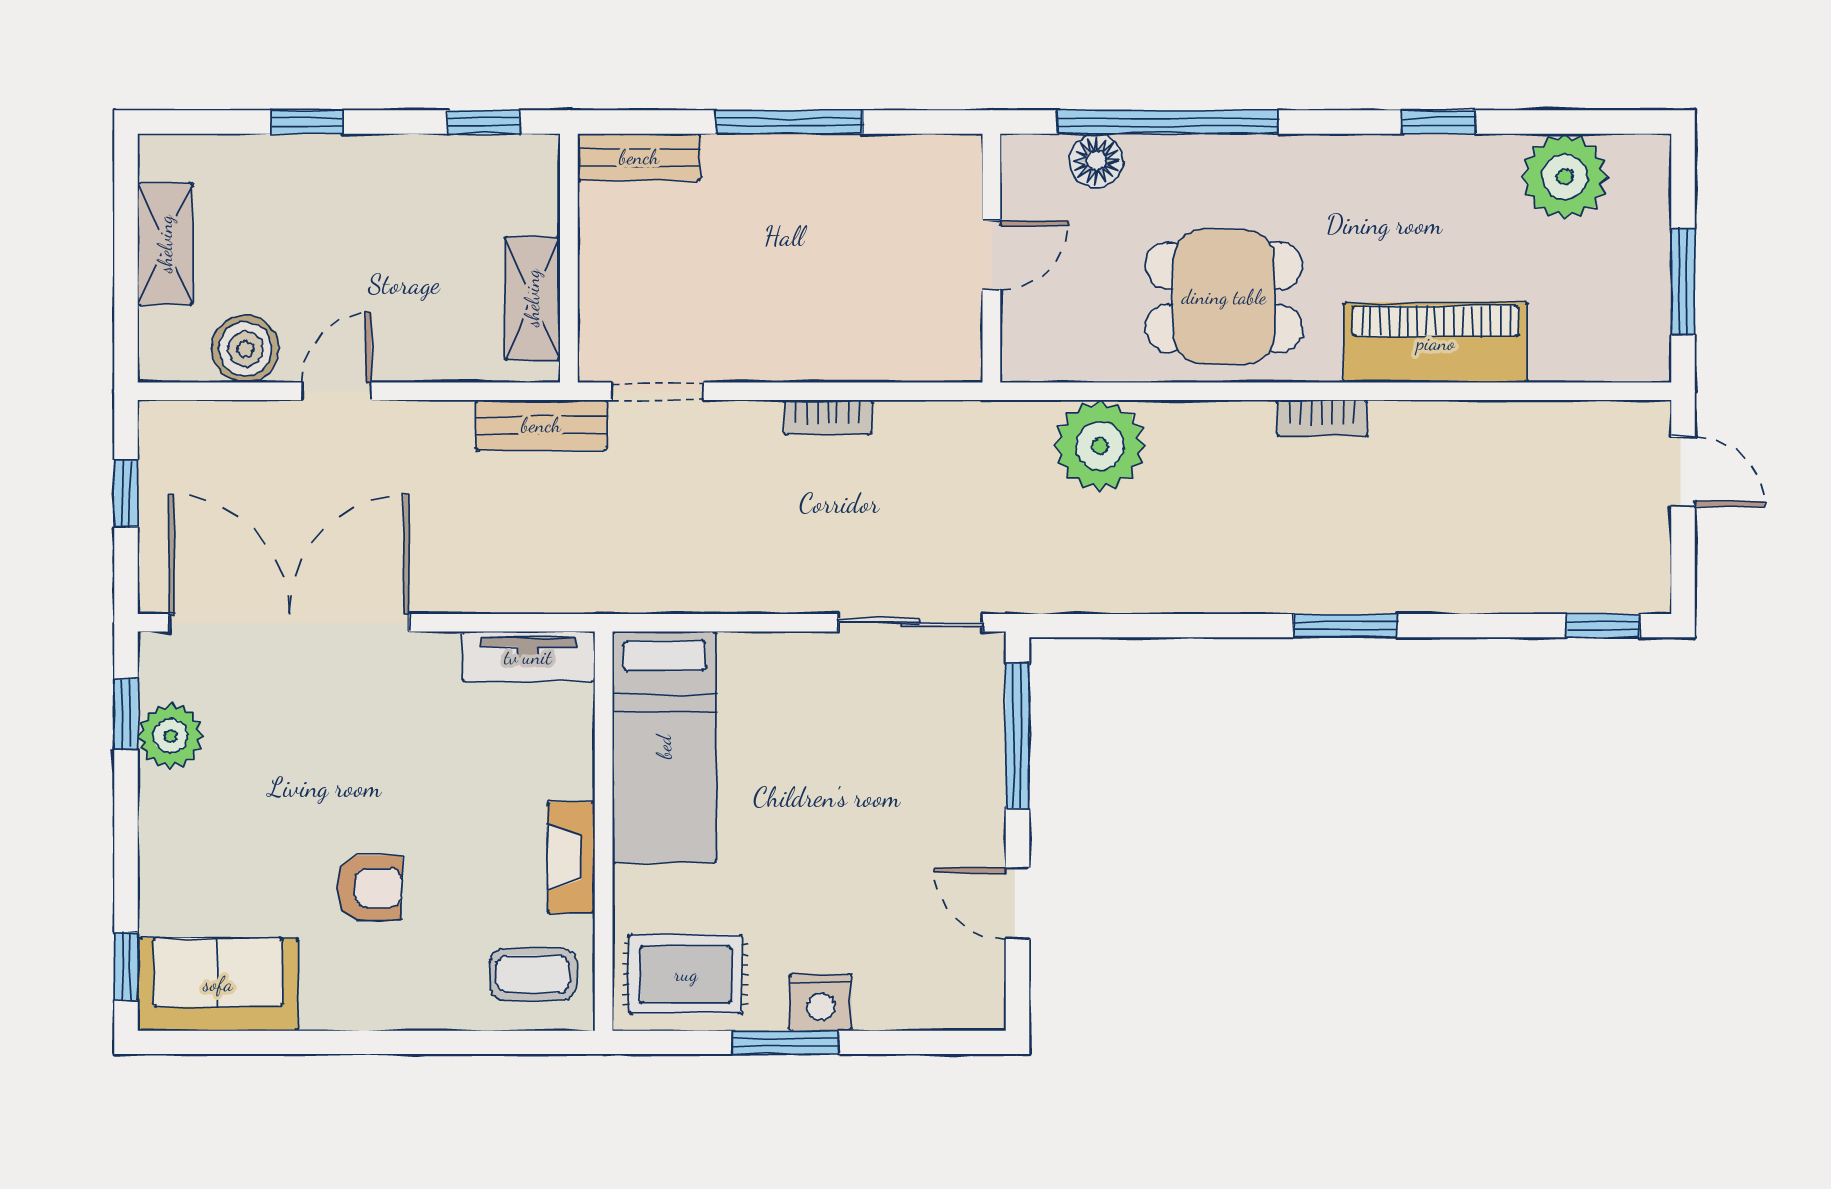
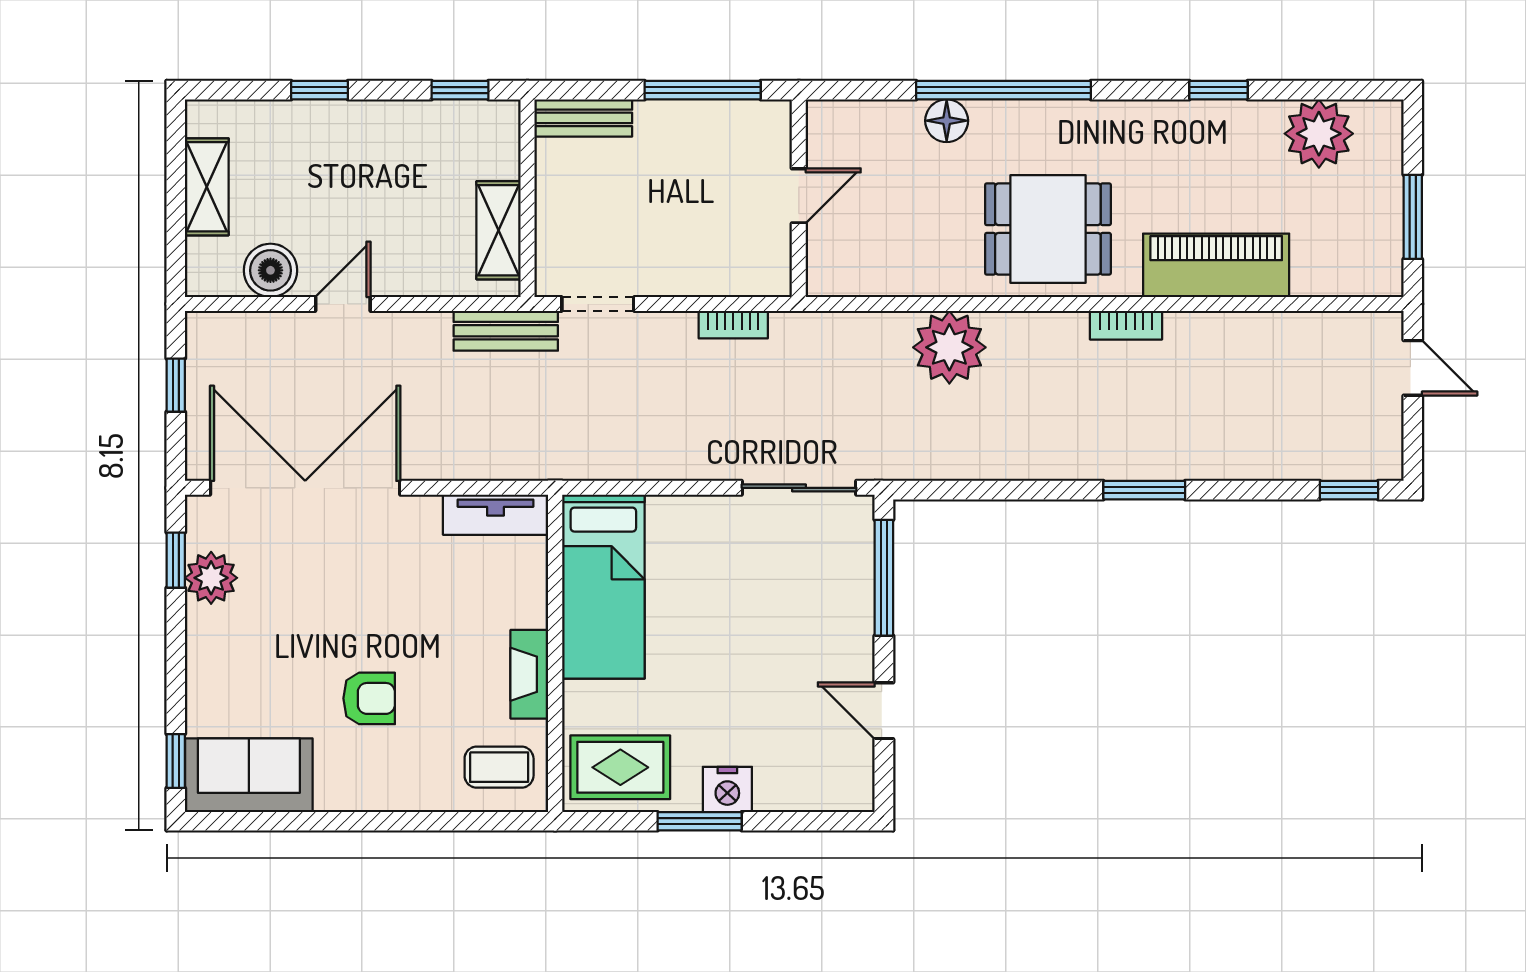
door: (991, 255) -> (799, 196), moved
wall: (991, 258) -> (799, 198), moved

